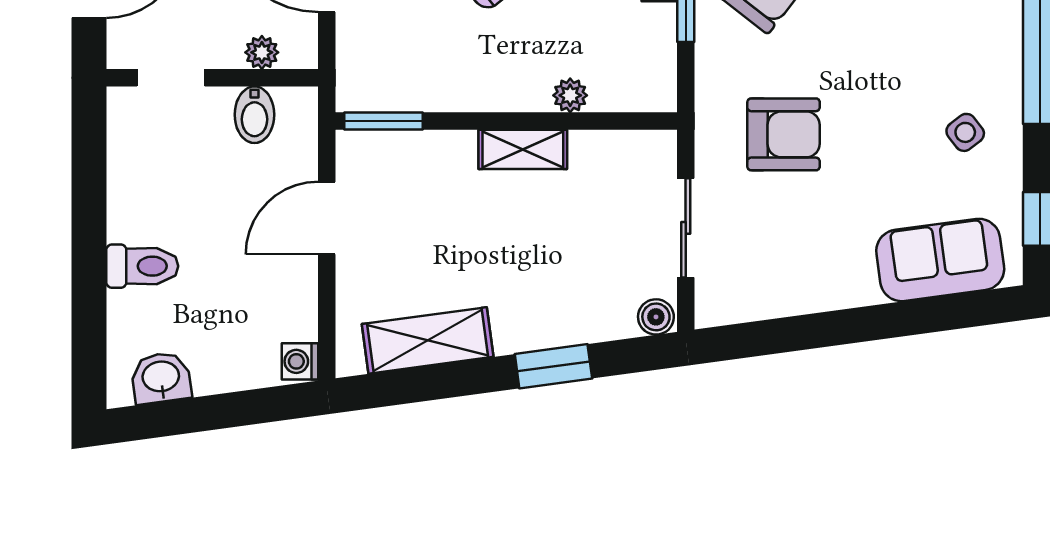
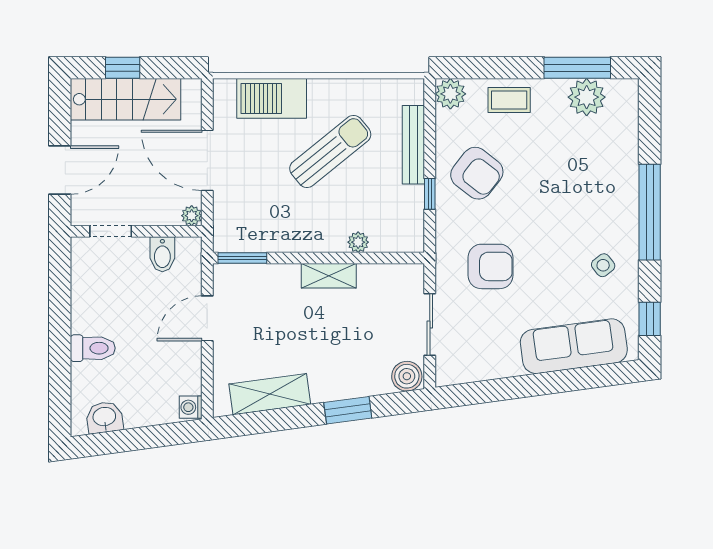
plant: (262, 52) -> (192, 216), moved
sofa: (940, 260) -> (574, 346), width x1.36
boiler: (656, 317) -> (407, 376), width x1.36, depth x1.36

